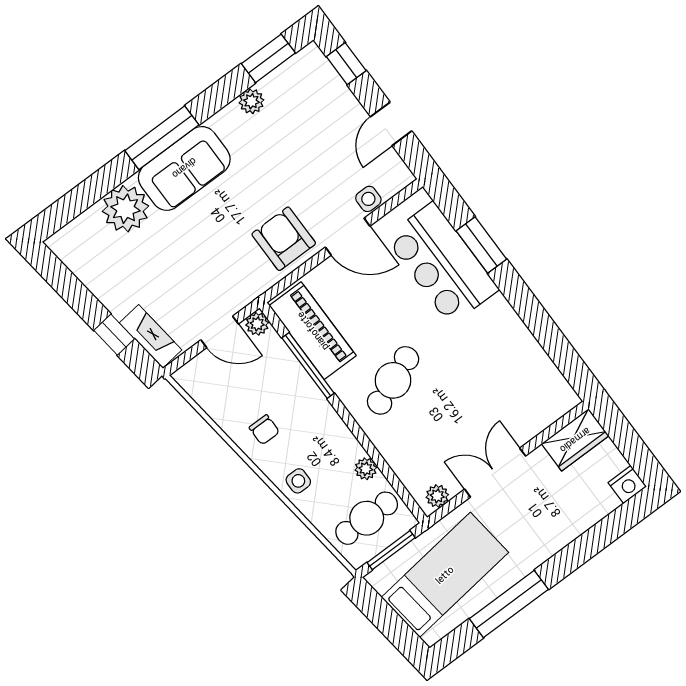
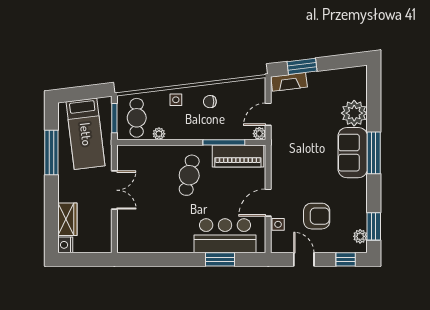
plant: (251, 101) -> (360, 236), moved
armchair: (284, 239) -> (317, 216), moved
window: (114, 335) -> (302, 66), width x1.50
cafe table: (393, 380) -> (189, 175), turned 34
wardrobe: (575, 440) -> (67, 219), moved, turned 180
plant: (437, 496) -> (123, 157), removed

